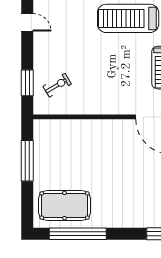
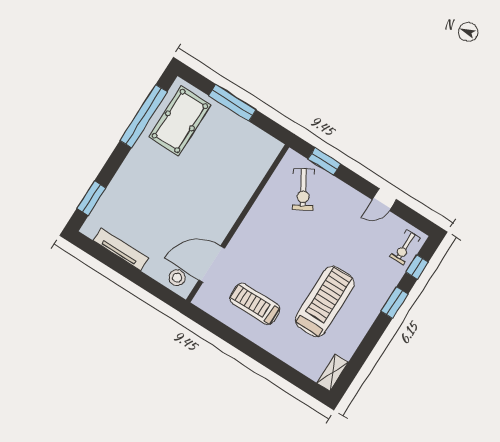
exercise bike: (57, 85) -> (303, 189), width x1.38, depth x1.39
window: (27, 161) -> (232, 103), moved

